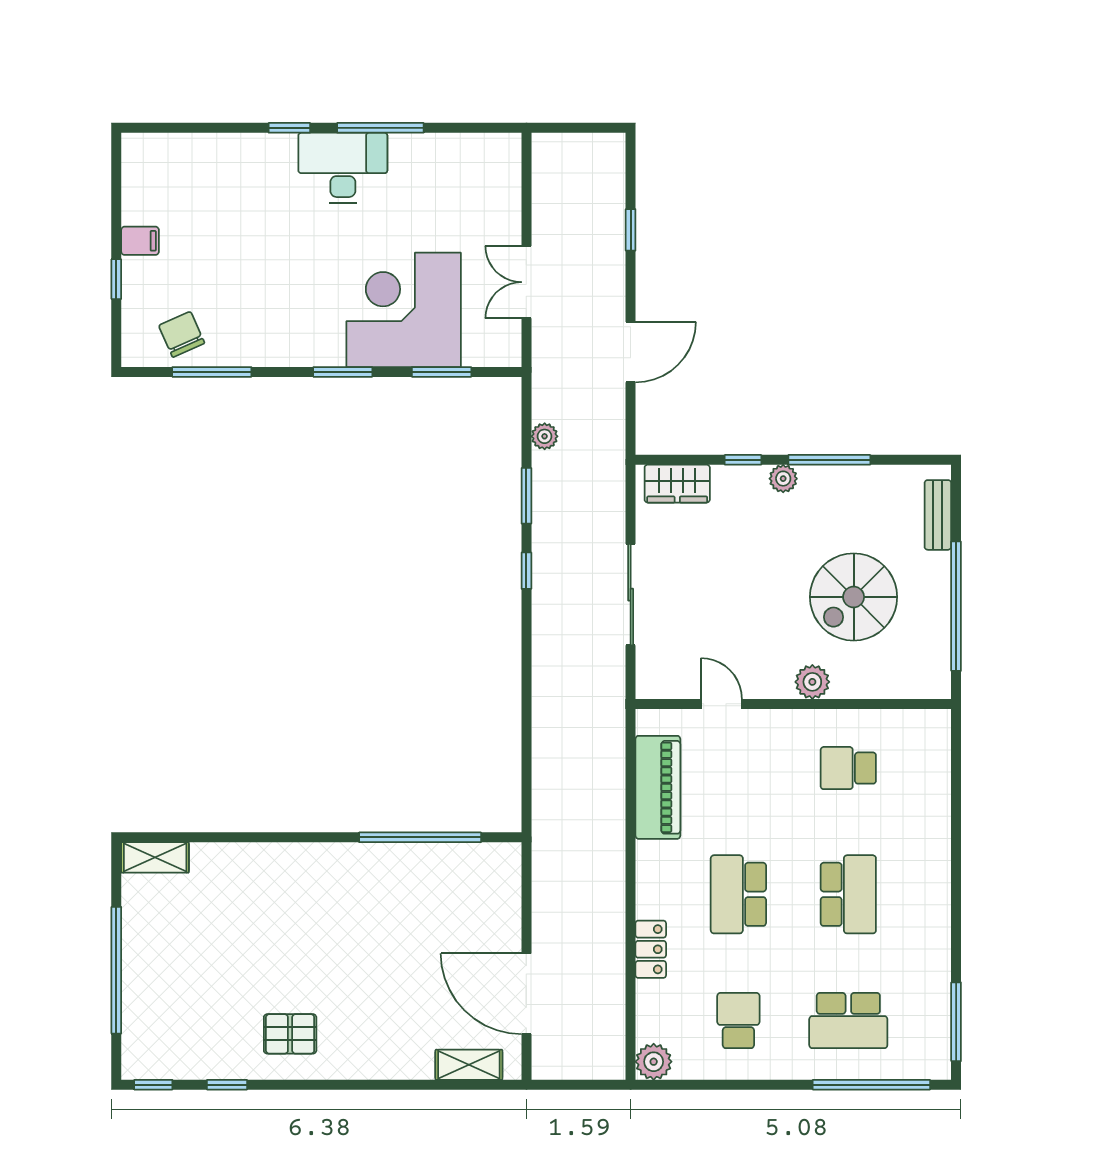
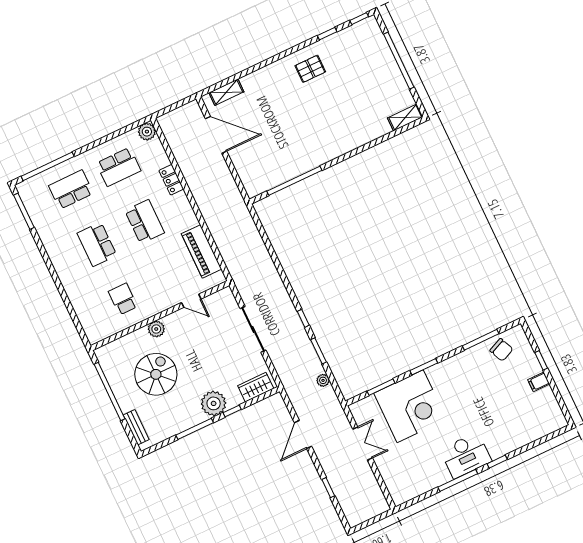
plant: (783, 479) -> (214, 403), width x1.87, depth x1.87
school desk: (848, 768) -> (123, 299), turned -90
school desk: (738, 1021) -> (119, 167), width x1.85

